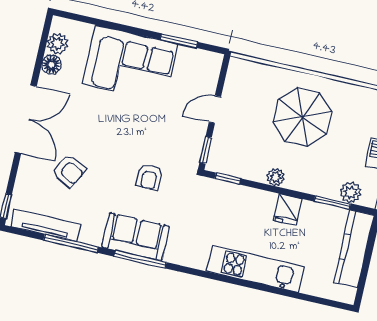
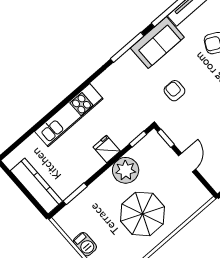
plant: (276, 177) -> (126, 170), width x1.88, depth x1.88
plant: (351, 192) -> (73, 210), removed
fridge: (287, 210) -> (107, 149), moved
sofa: (136, 237) -> (157, 43), moved

